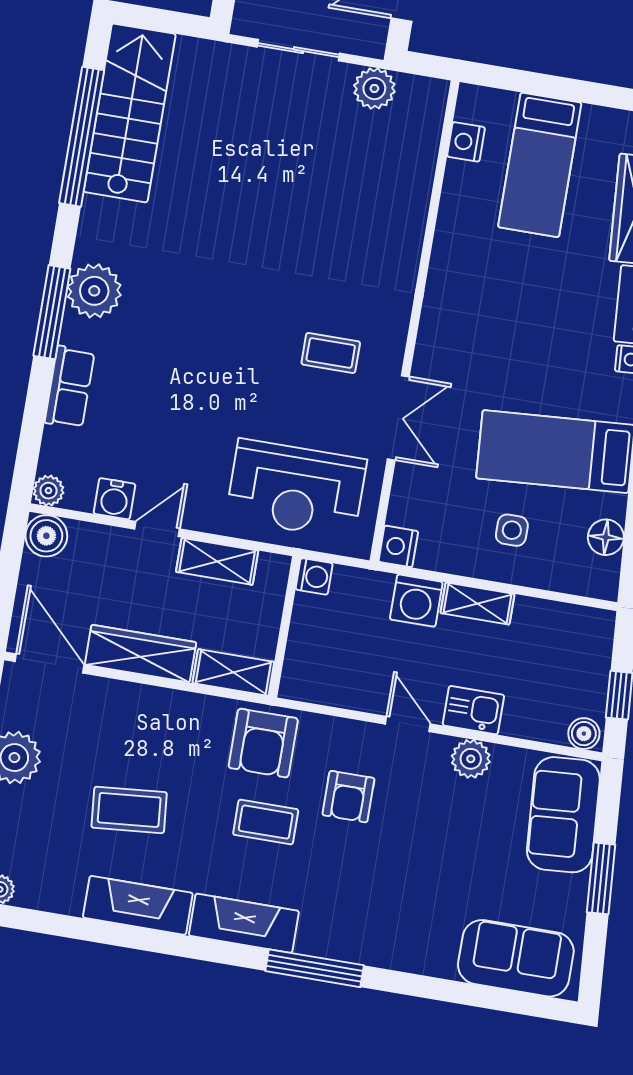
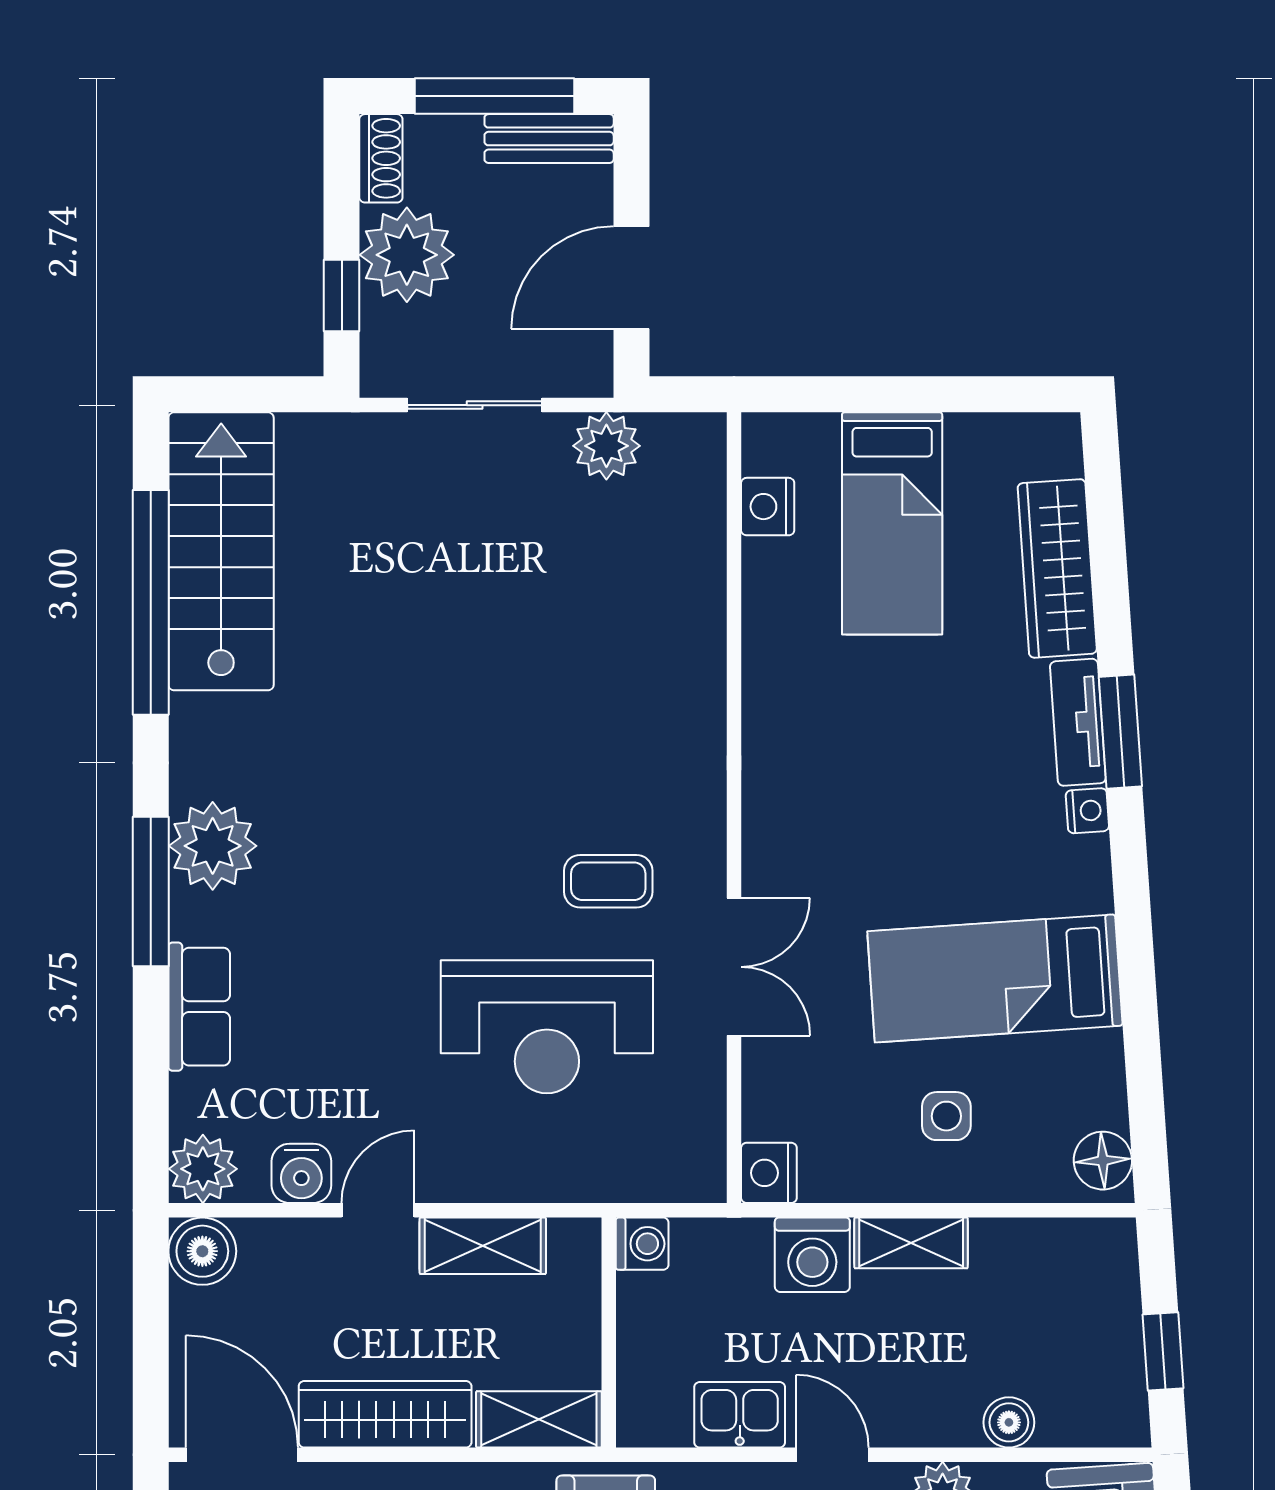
reception desk: (296, 489) -> (547, 1027), moved
plant: (48, 491) -> (203, 1169), width x1.38, depth x1.38
floor lamp: (606, 537) -> (1103, 1161), moved
kitchen sink: (473, 710) -> (740, 1415), moved
boiler: (584, 734) -> (1009, 1422), moved

